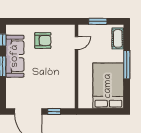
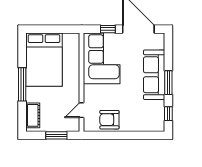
armchair: (43, 40) -> (109, 120), moved
sofa: (15, 56) -> (154, 75), moved
corner sofa: (59, 87) -> (102, 58), added

